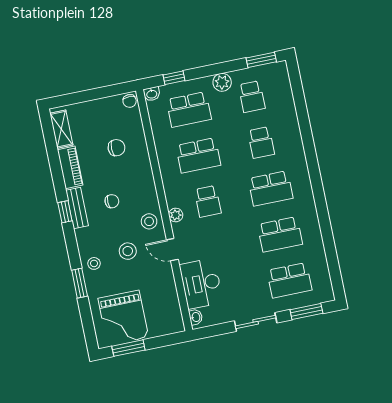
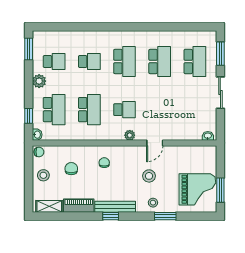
chair: (112, 201) -> (104, 163), moved
bench: (77, 208) -> (115, 207), width x1.36
stool: (149, 221) -> (43, 175), moved
desk: (201, 284) -> (184, 127), removed

